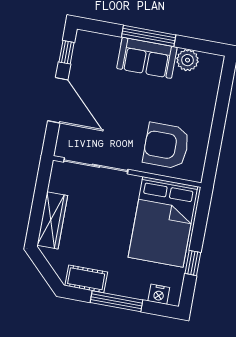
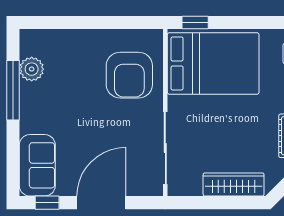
window: (149, 36) -> (13, 90), moved
sofa: (147, 58) -> (37, 165), moved
window: (193, 263) -> (195, 22), moved

